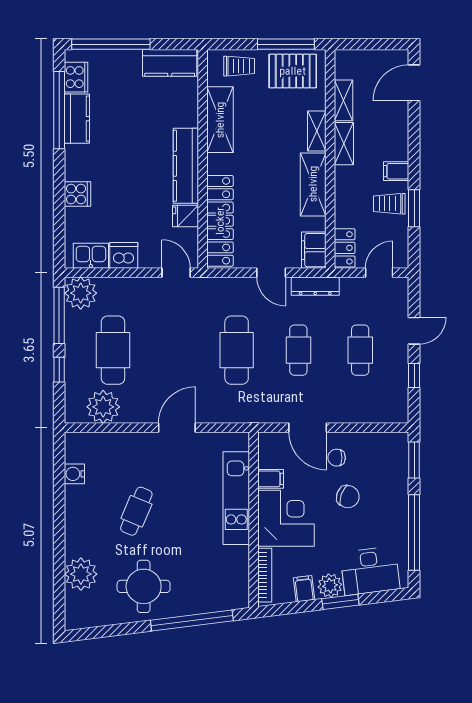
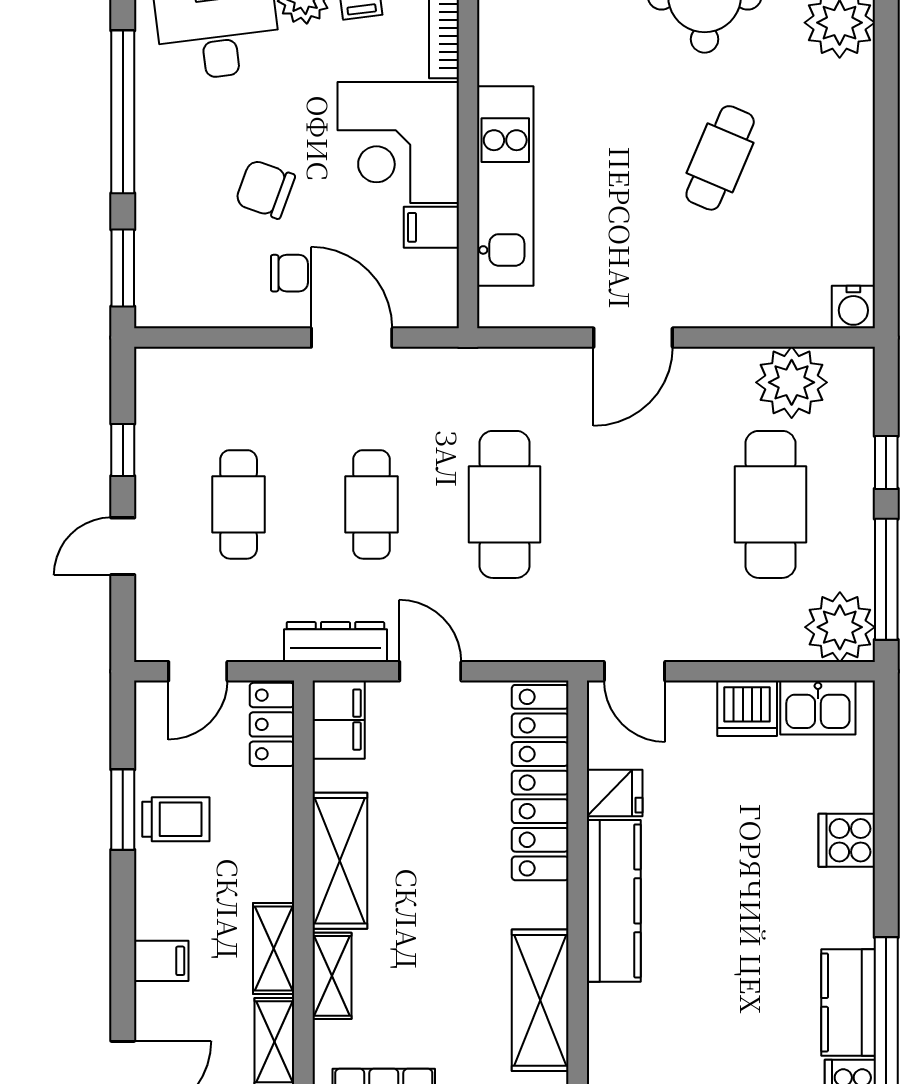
filing cabinet: (396, 171) -> (161, 961), moved
water cooler: (74, 474) -> (853, 307), moved, turned 90

